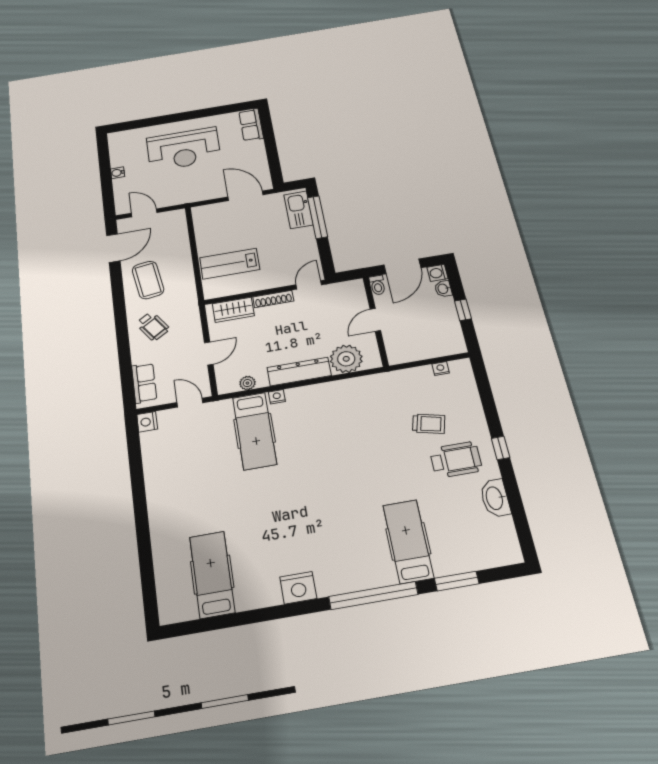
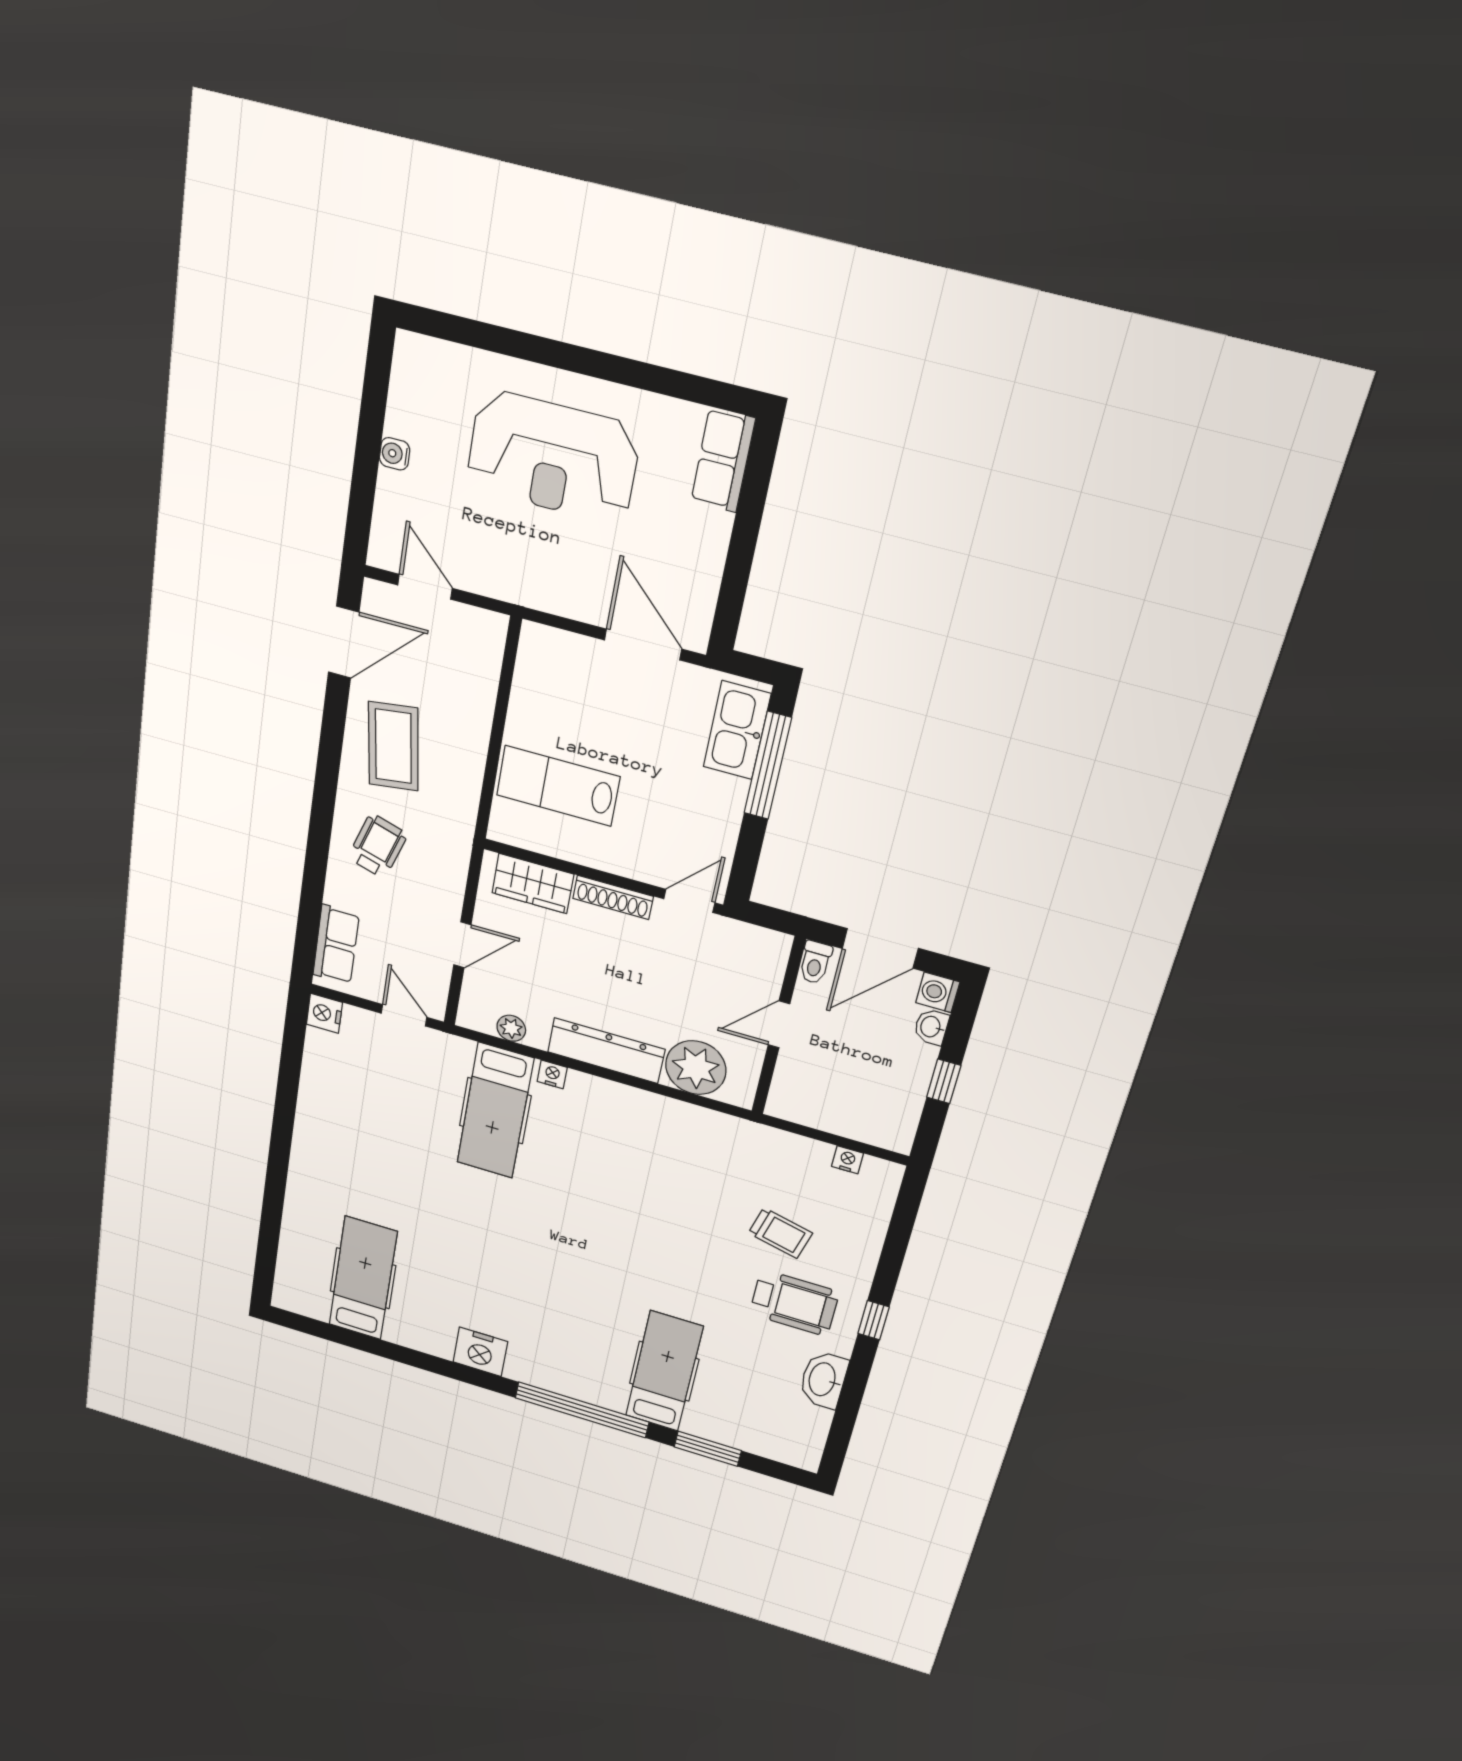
wheelchair: (153, 326) -> (378, 846), turned -130

